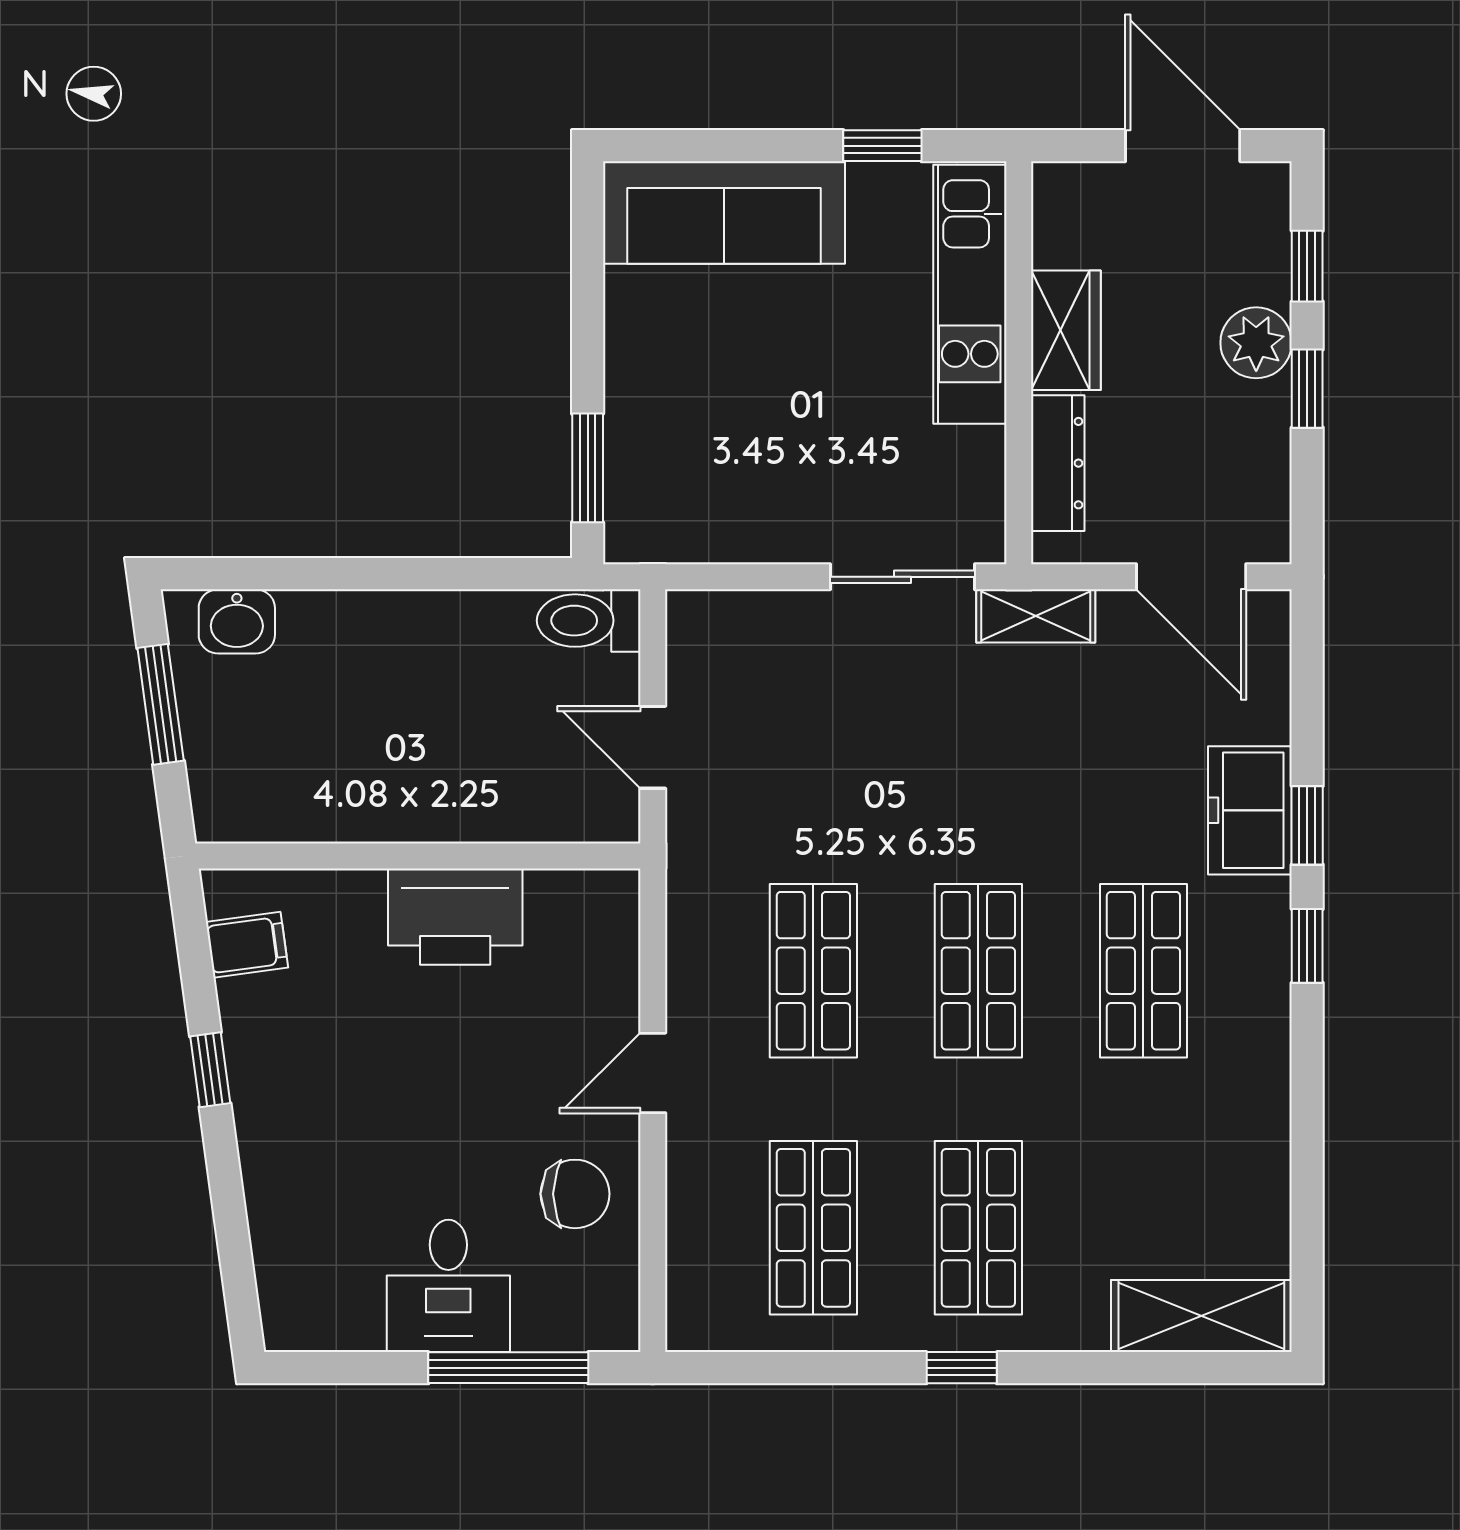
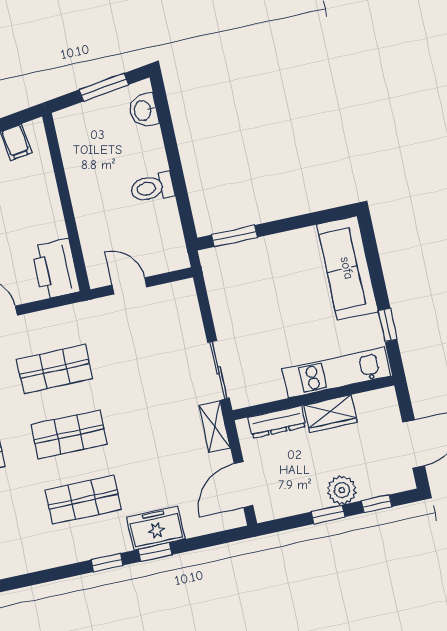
toilet: (589, 621) -> (152, 187), moved, turned -90
door: (653, 747) -> (129, 286), hinge flipped
printer: (455, 917) -> (55, 269), moved

